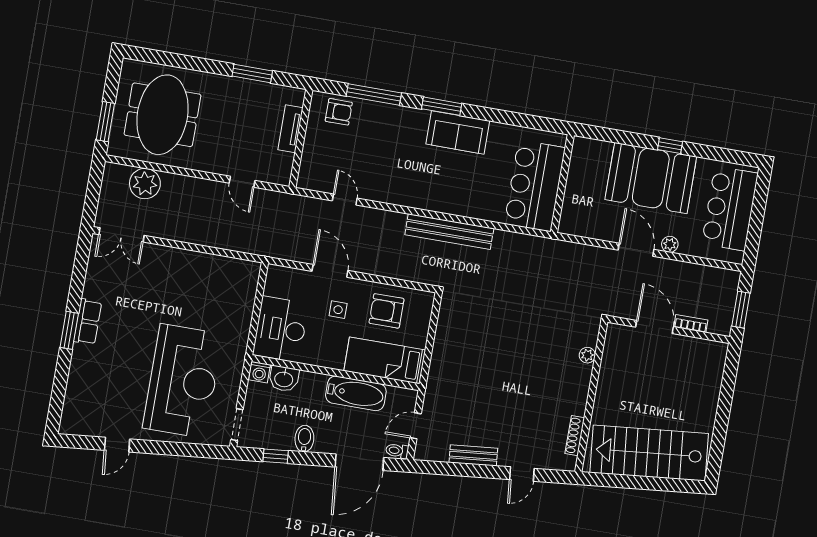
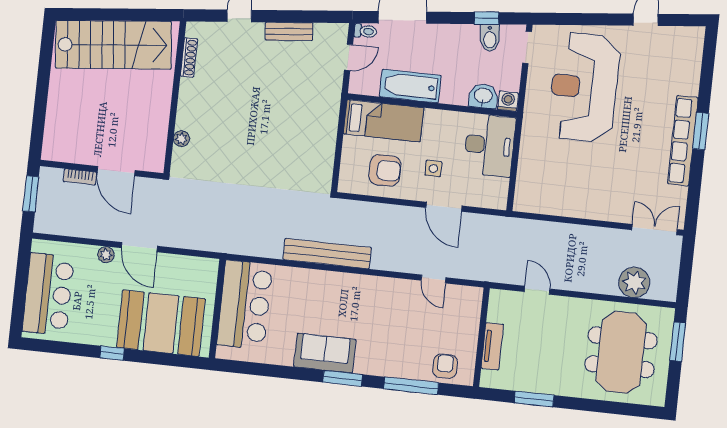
armchair: (339, 112) -> (445, 366), turned 90
booth: (651, 178) -> (161, 323), moved
row of seats: (88, 322) -> (683, 141), width x2.02
bidet: (304, 439) -> (490, 38), moved

